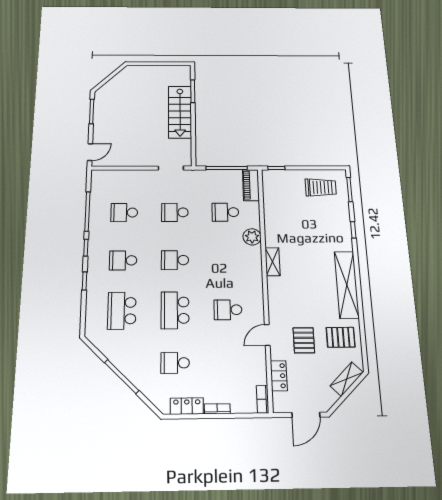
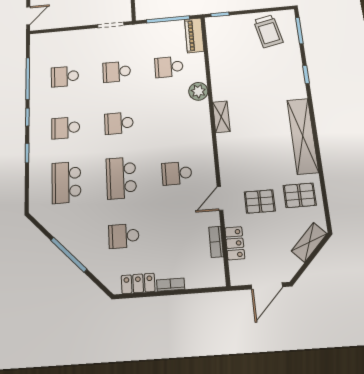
trolley: (321, 187) -> (268, 31), turned 78
pallet: (304, 340) -> (260, 201), turned 90
bookcase: (263, 399) -> (216, 242), moved

